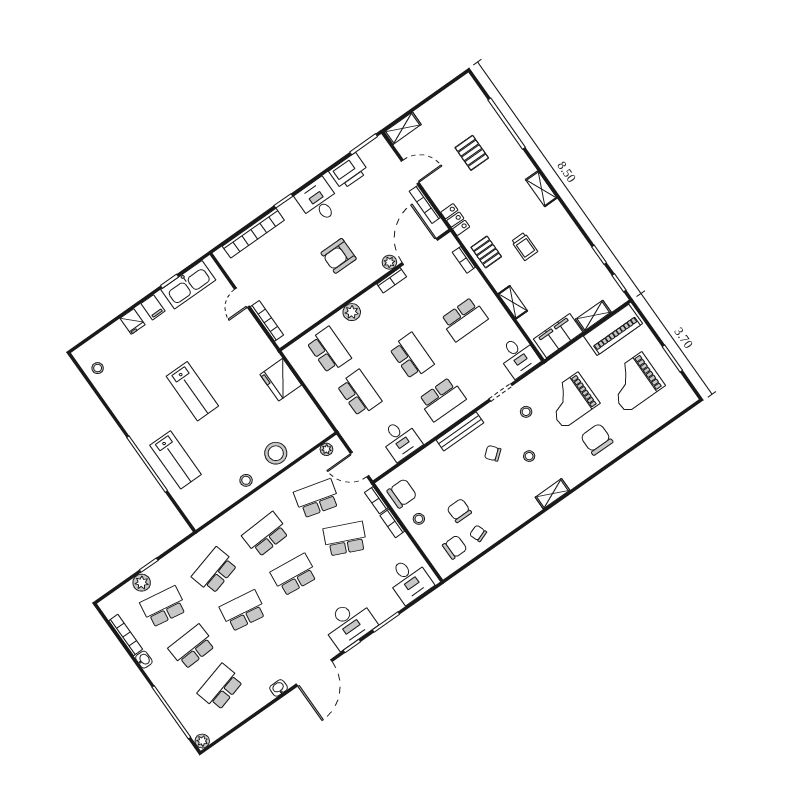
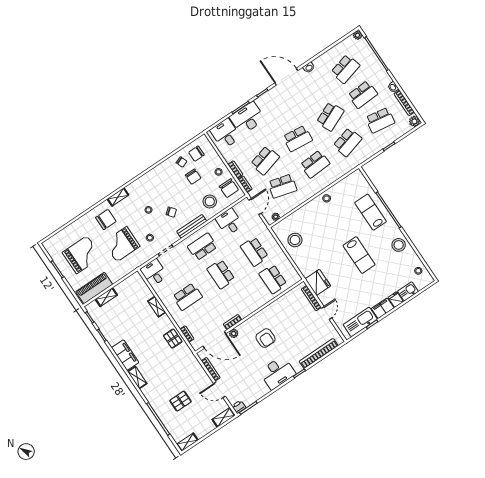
shelving: (459, 88) -> (187, 442), added
pallet: (472, 153) -> (181, 401), turned 90
printer: (349, 171) -> (239, 407), moved, width x0.53, depth x0.68
desk: (319, 201) -> (277, 373), width x1.37
locker: (455, 220) -> (192, 359), removed
trolley: (525, 246) -> (149, 342), removed
door: (420, 251) -> (214, 340), hinge flipped
armchair: (339, 256) -> (266, 338), turned 90
filing cabinet: (153, 307) -> (383, 308), width x2.00
plant: (352, 312) -> (258, 303), removed
school desk: (464, 319) -> (188, 297), turned 180
kitchen sink: (113, 335) -> (408, 291), added
filing cabinet: (558, 336) -> (125, 355), moved, turned -90
fridge: (281, 380) -> (318, 282), moved
lab bench: (192, 391) -> (359, 255), turned 180
grand piano: (571, 400) -> (122, 244), turned 180
stool: (130, 409) -> (399, 245), added
chair: (597, 439) -> (106, 220), turned -90
stool: (276, 453) -> (295, 240), moved
door: (360, 465) -> (255, 207), hinge flipped
stool: (432, 471) -> (210, 202), added
chair: (402, 493) -> (229, 188), turned -90
shelving: (552, 494) -> (118, 197), moved
school desk: (345, 539) -> (265, 160), turned -39
plant: (142, 583) -> (414, 121), moved
school desk: (243, 611) -> (330, 116), turned -33
desk: (349, 624) -> (247, 118), moved
door: (314, 673) -> (286, 77), hinge flipped

